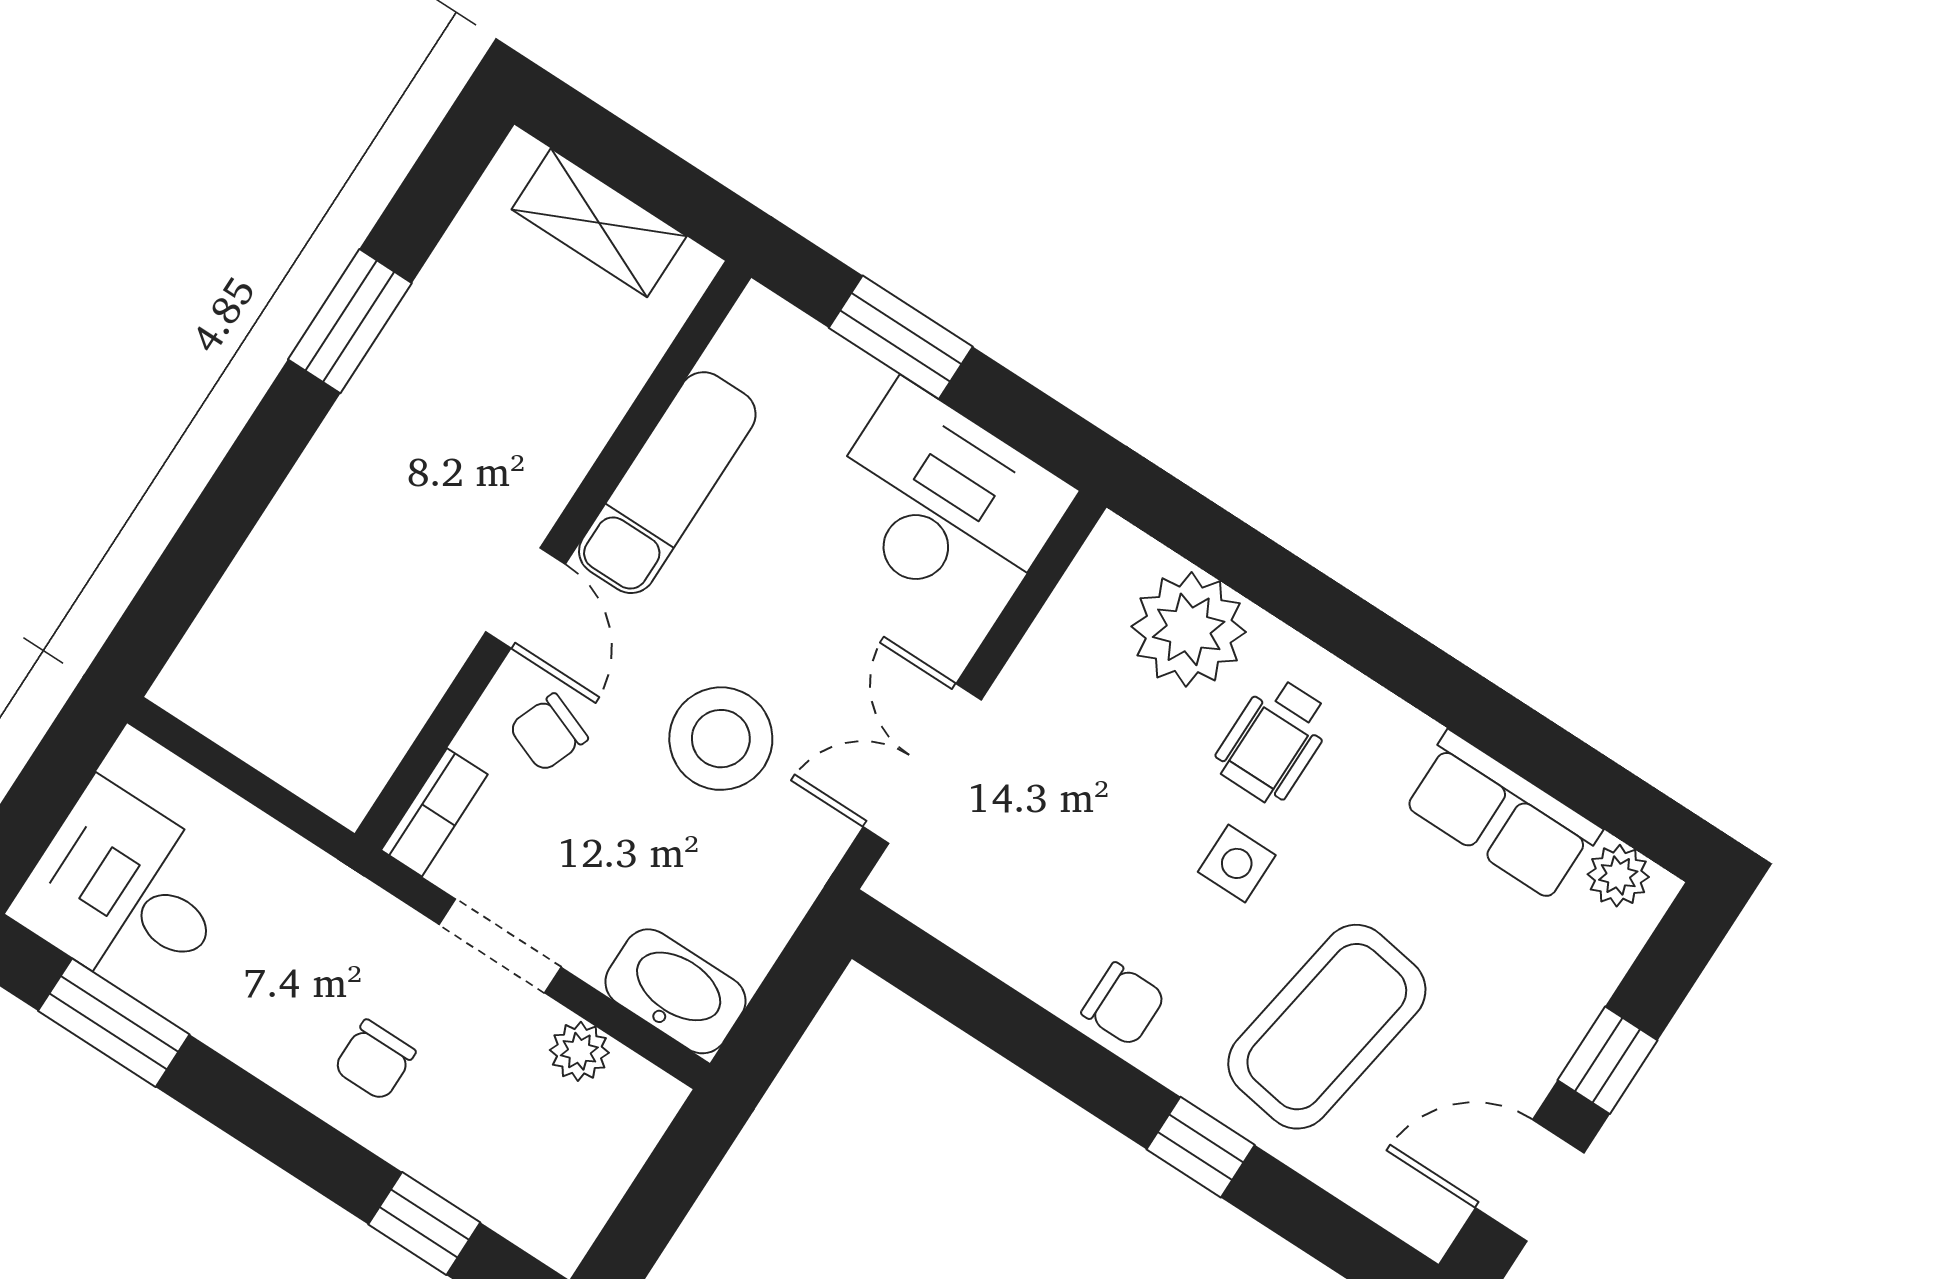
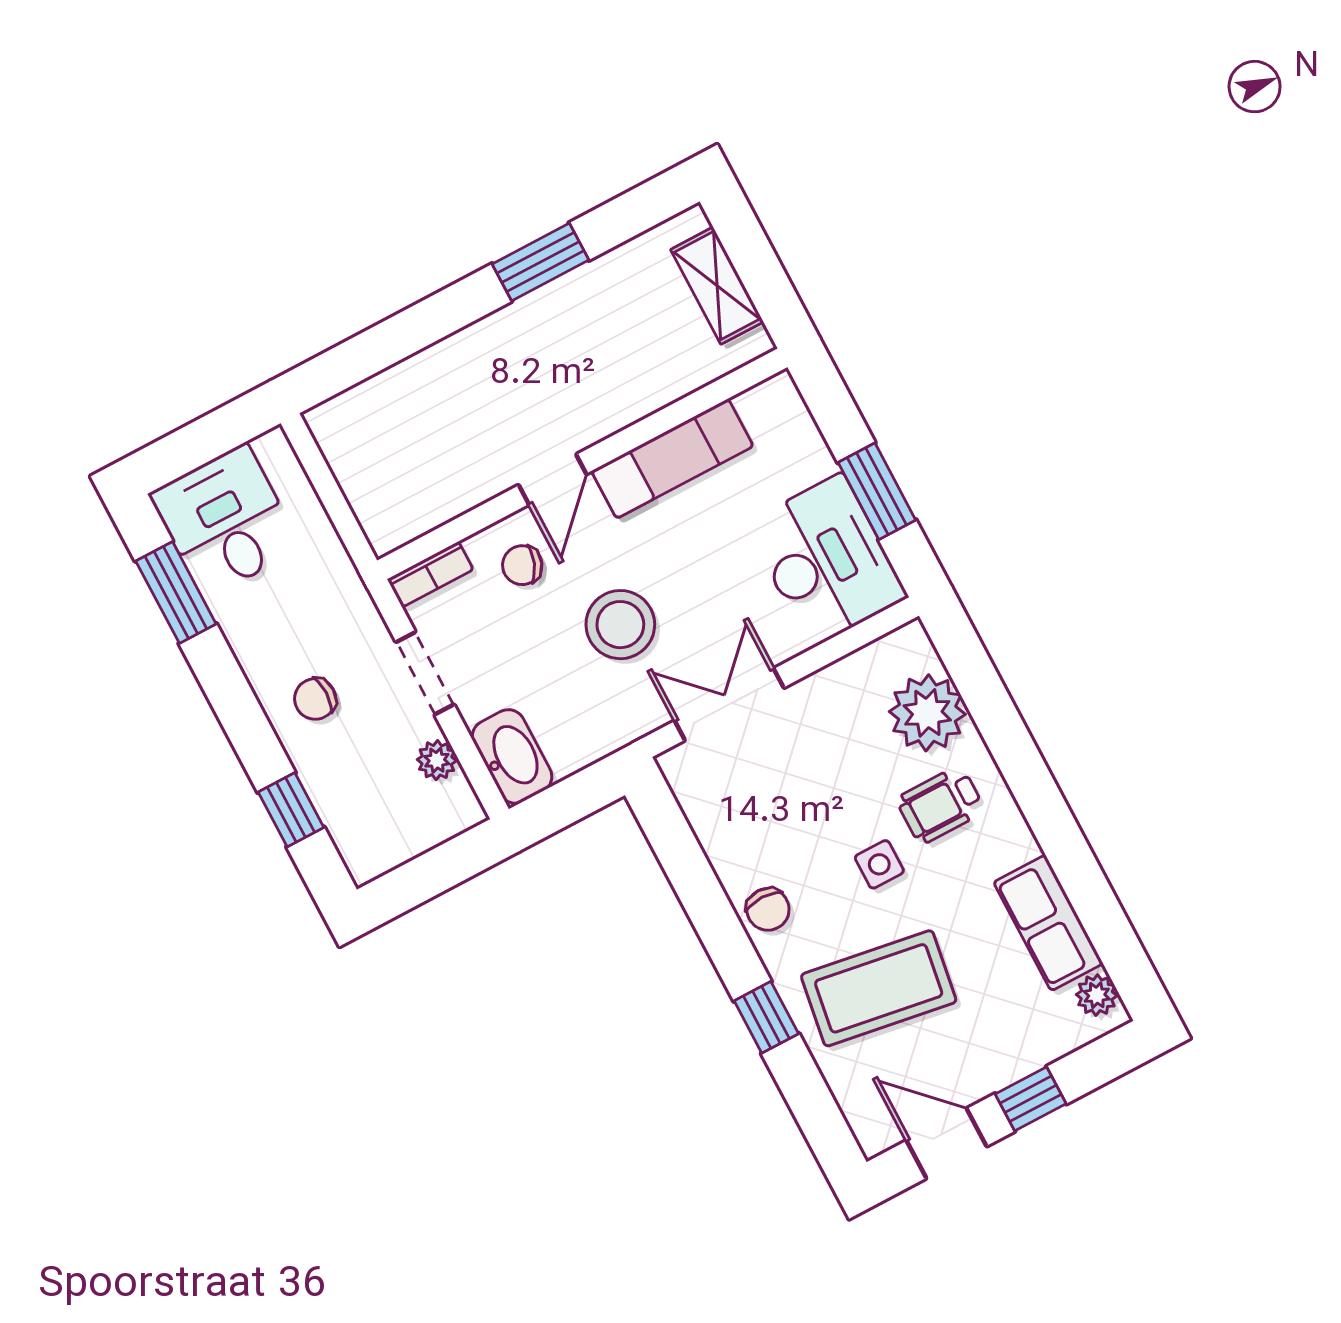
window: (901, 337) -> (877, 491), moved

